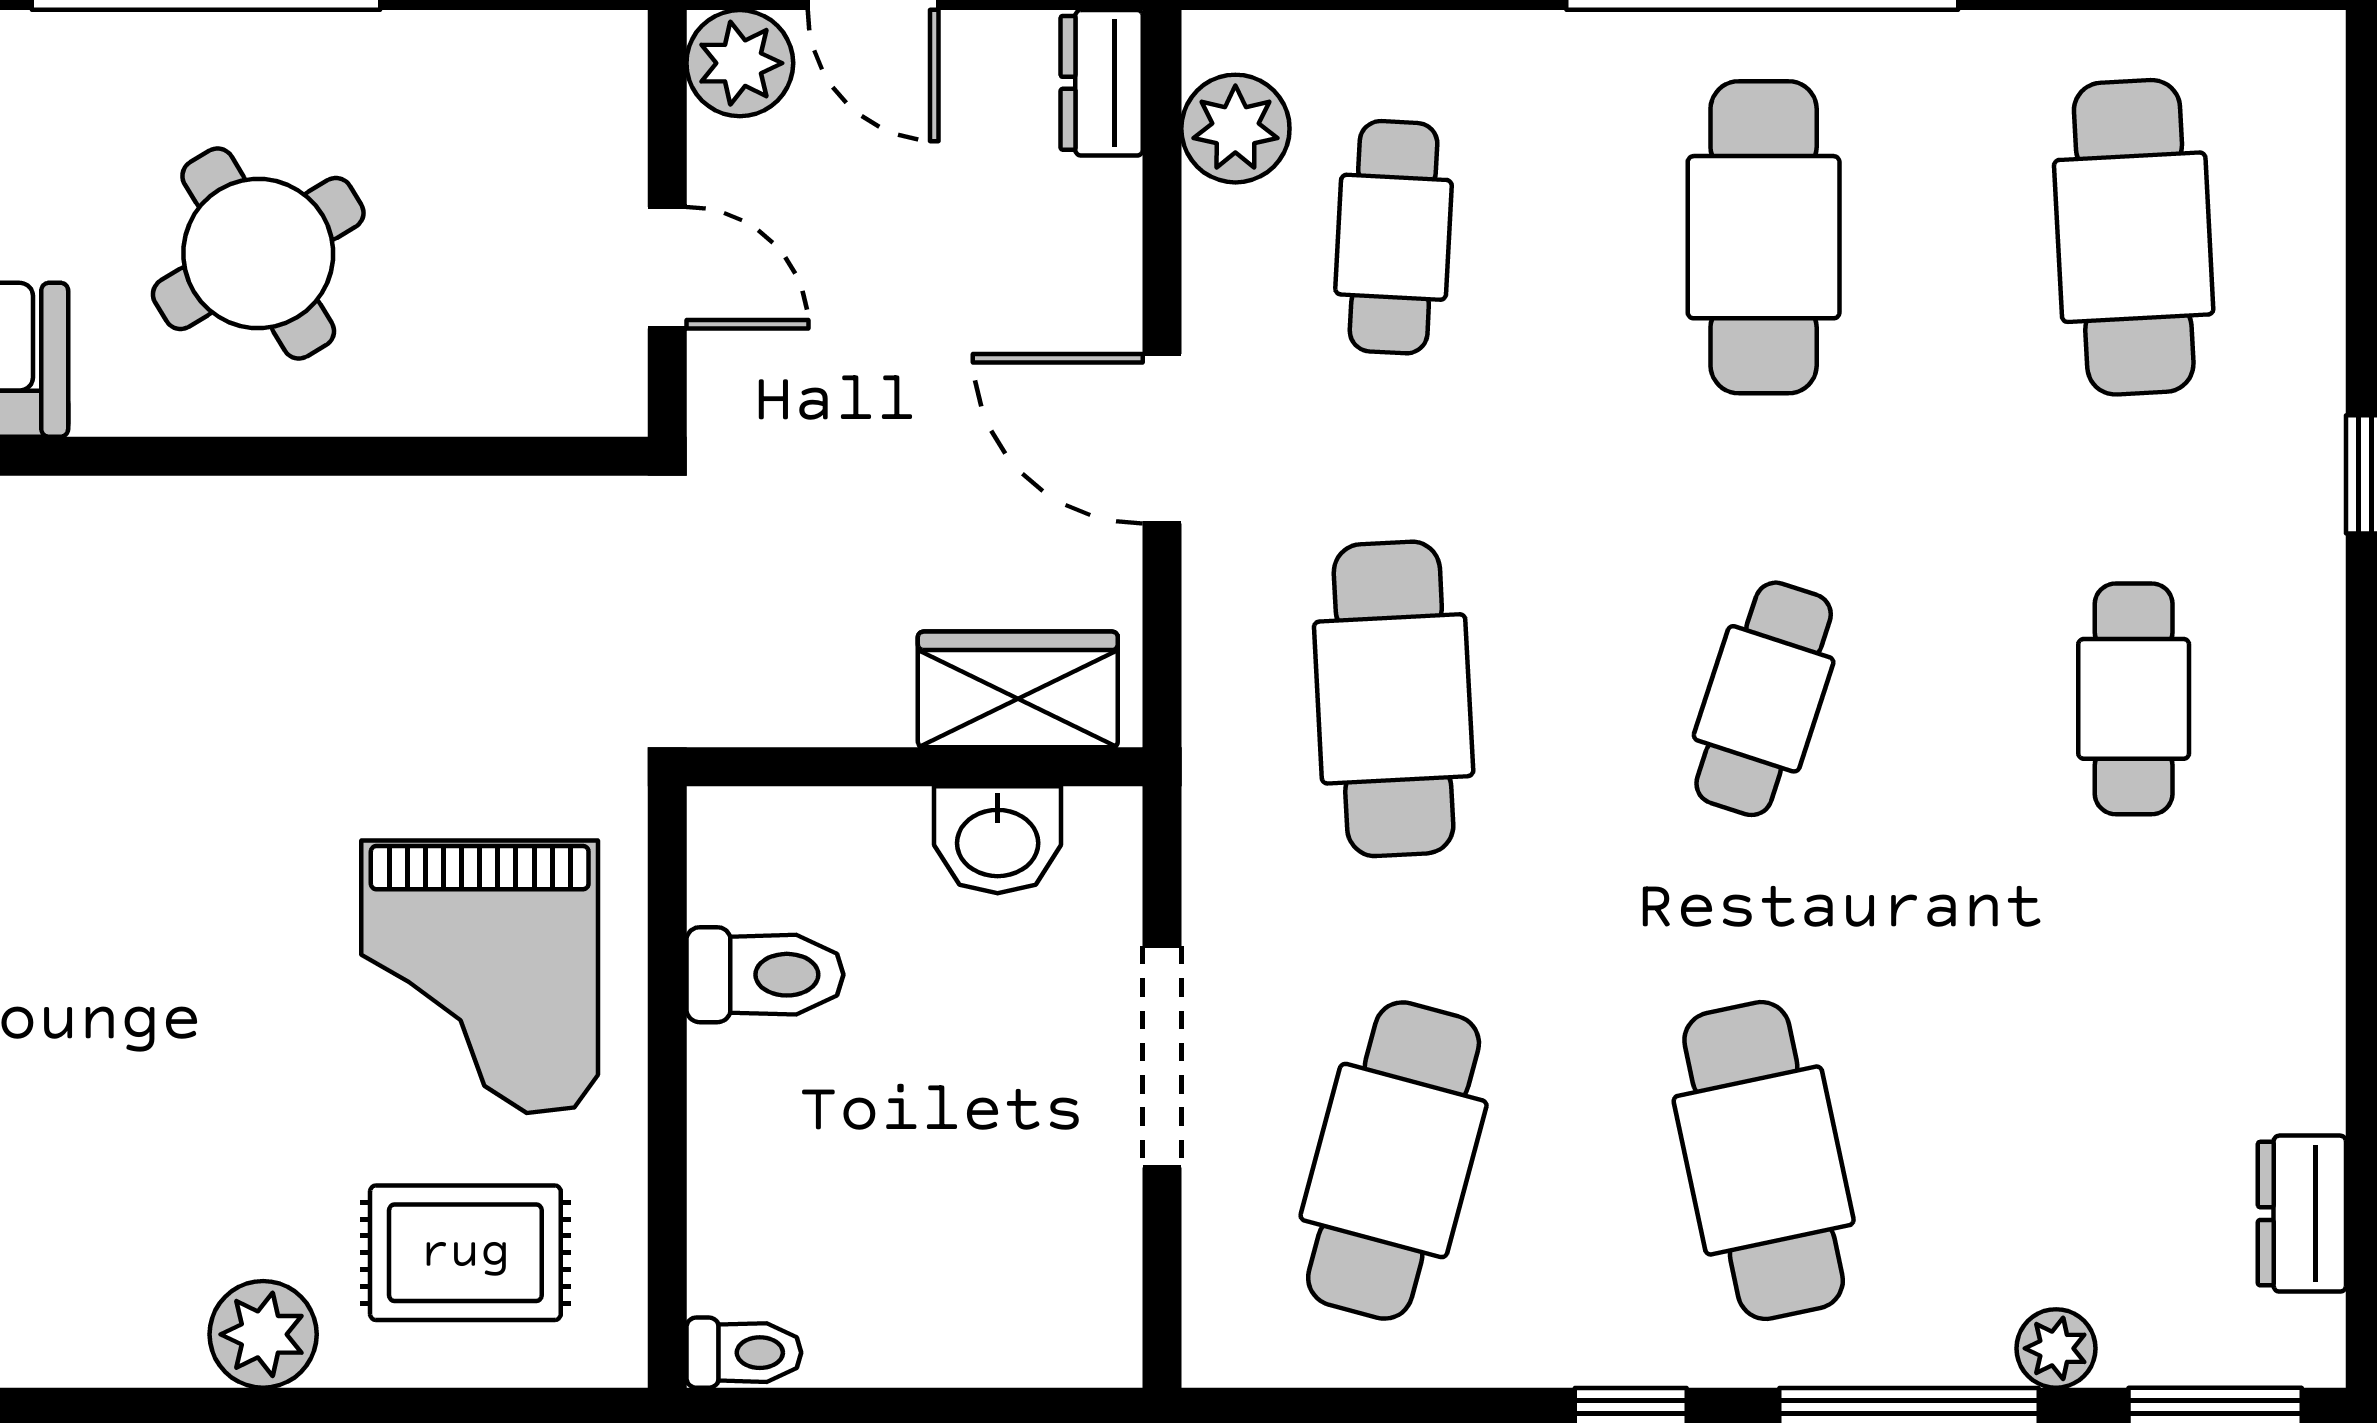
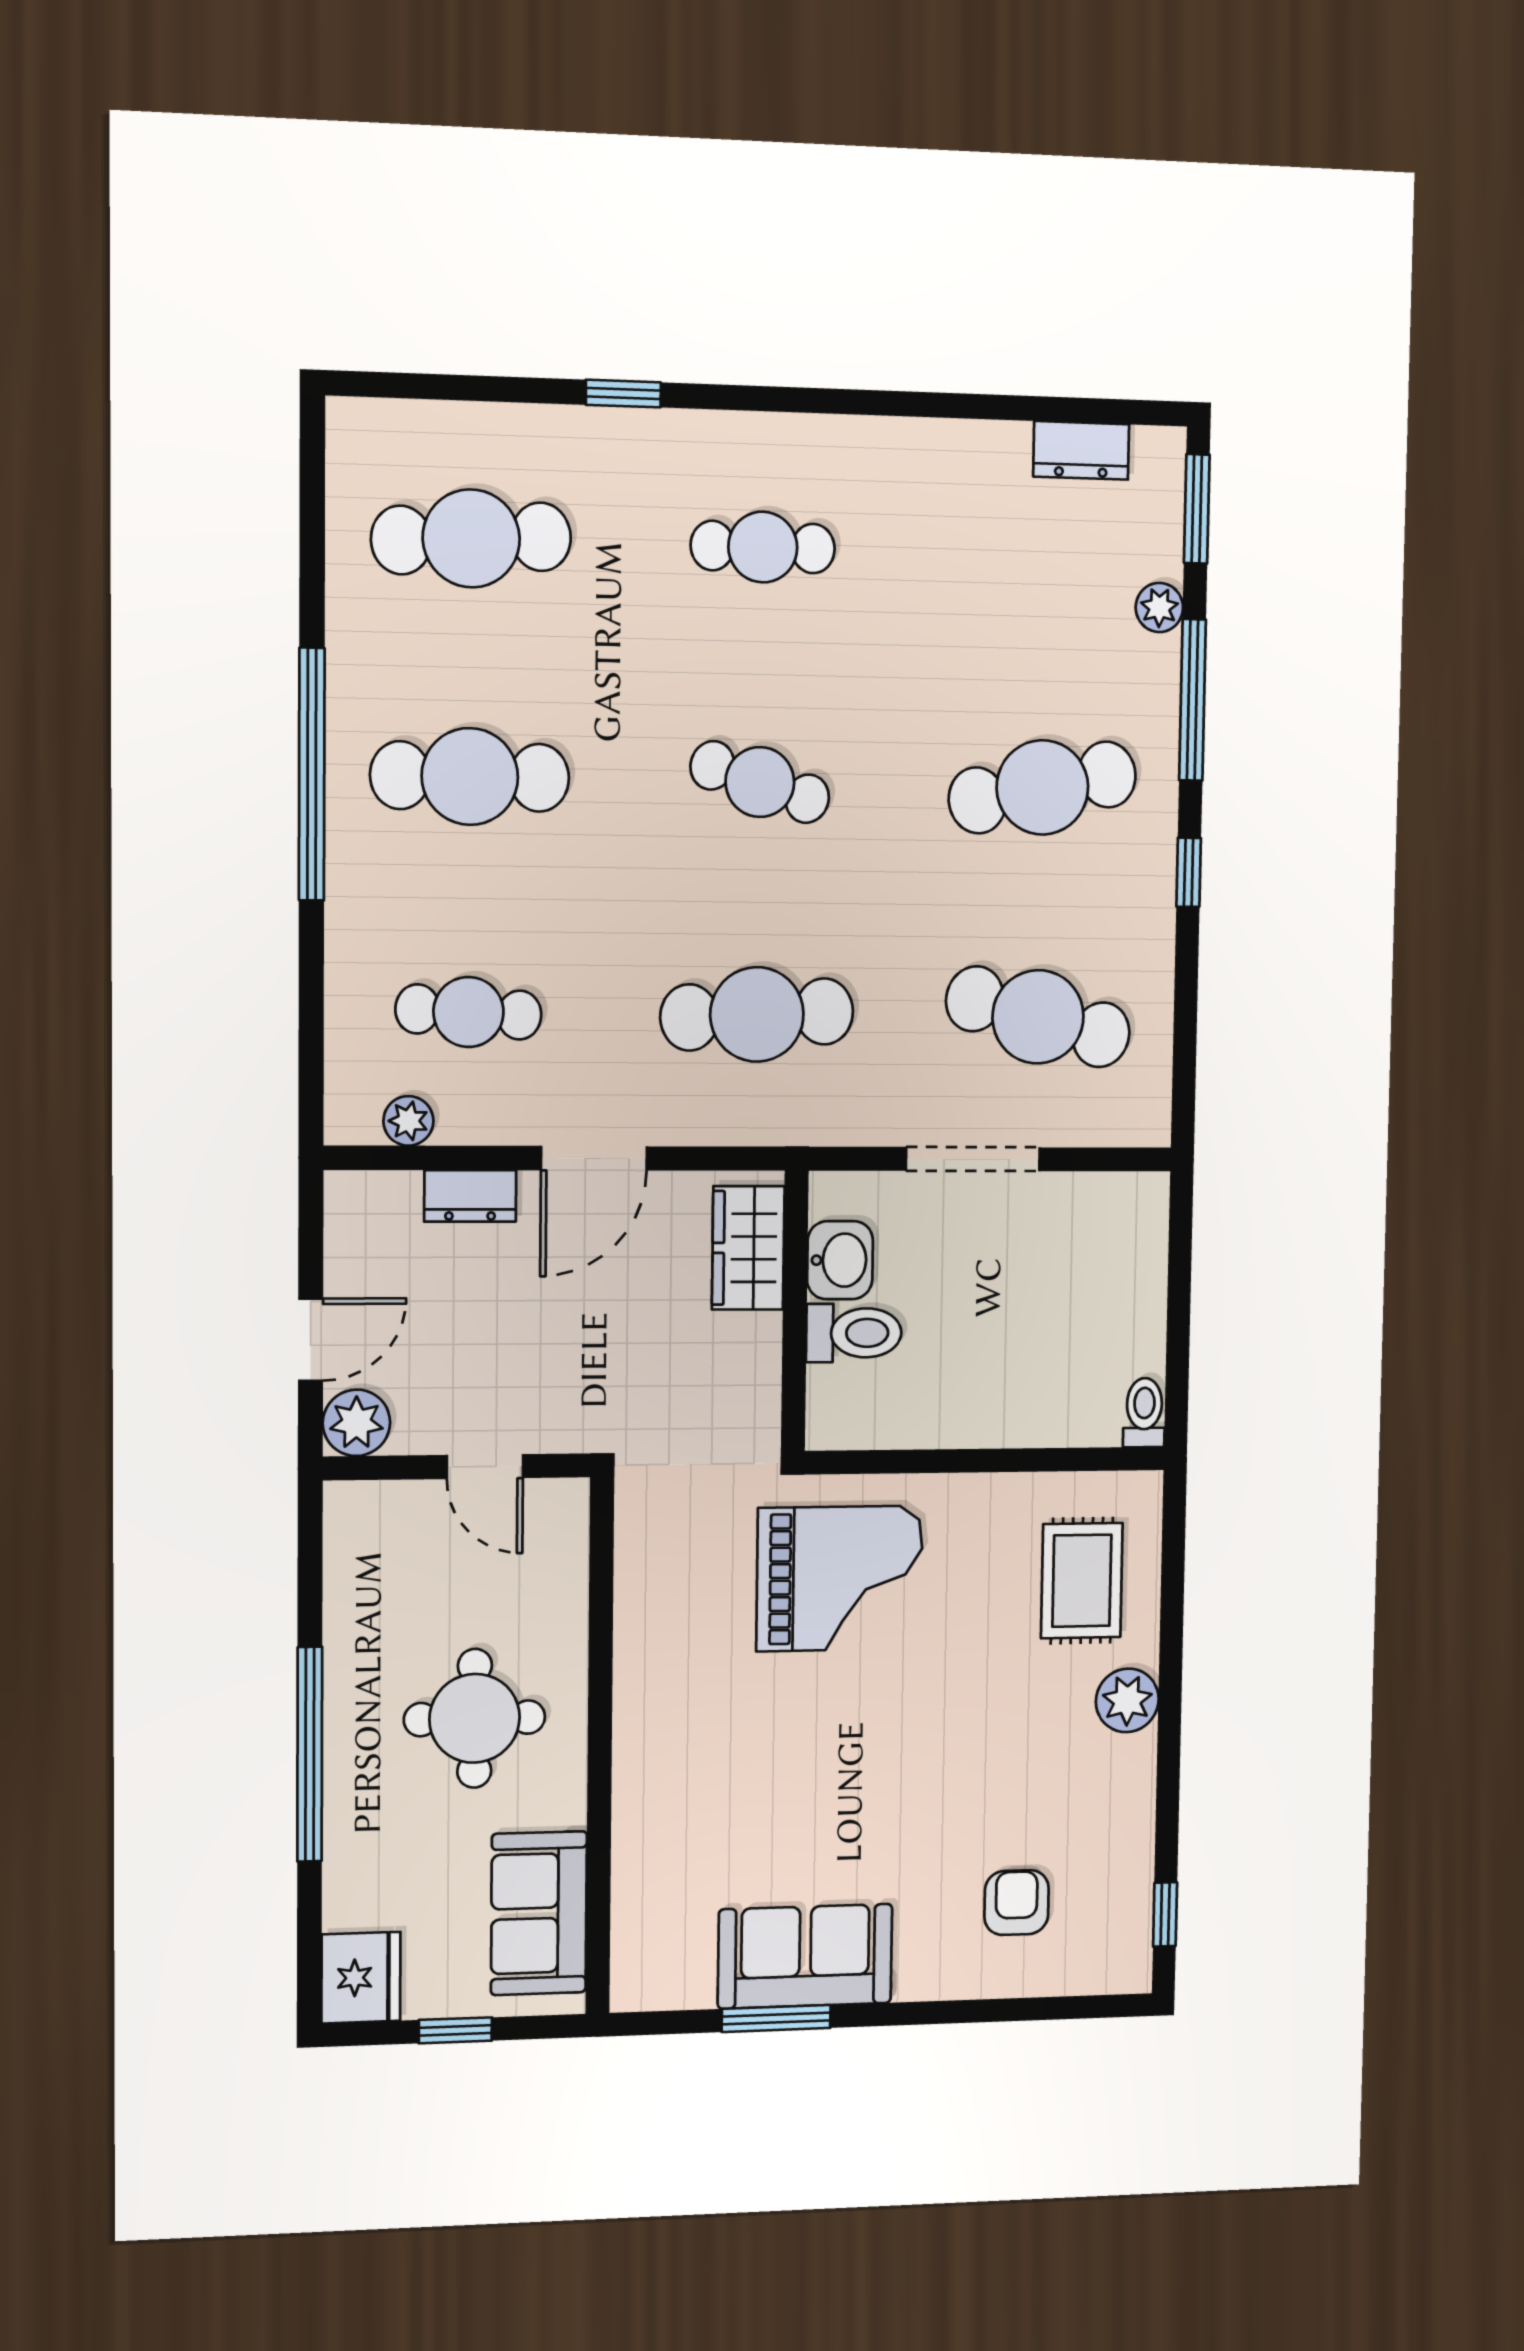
dresser: (1102, 83) -> (470, 1196), moved
plant: (1235, 129) -> (408, 1121), width x0.73, depth x0.73
round table: (258, 254) -> (475, 1718), turned 31
door: (667, 268) -> (485, 1467), swing flipped
toilet: (765, 975) -> (854, 1333), moved, turned 90
grand piano: (480, 977) -> (840, 1578), moved

